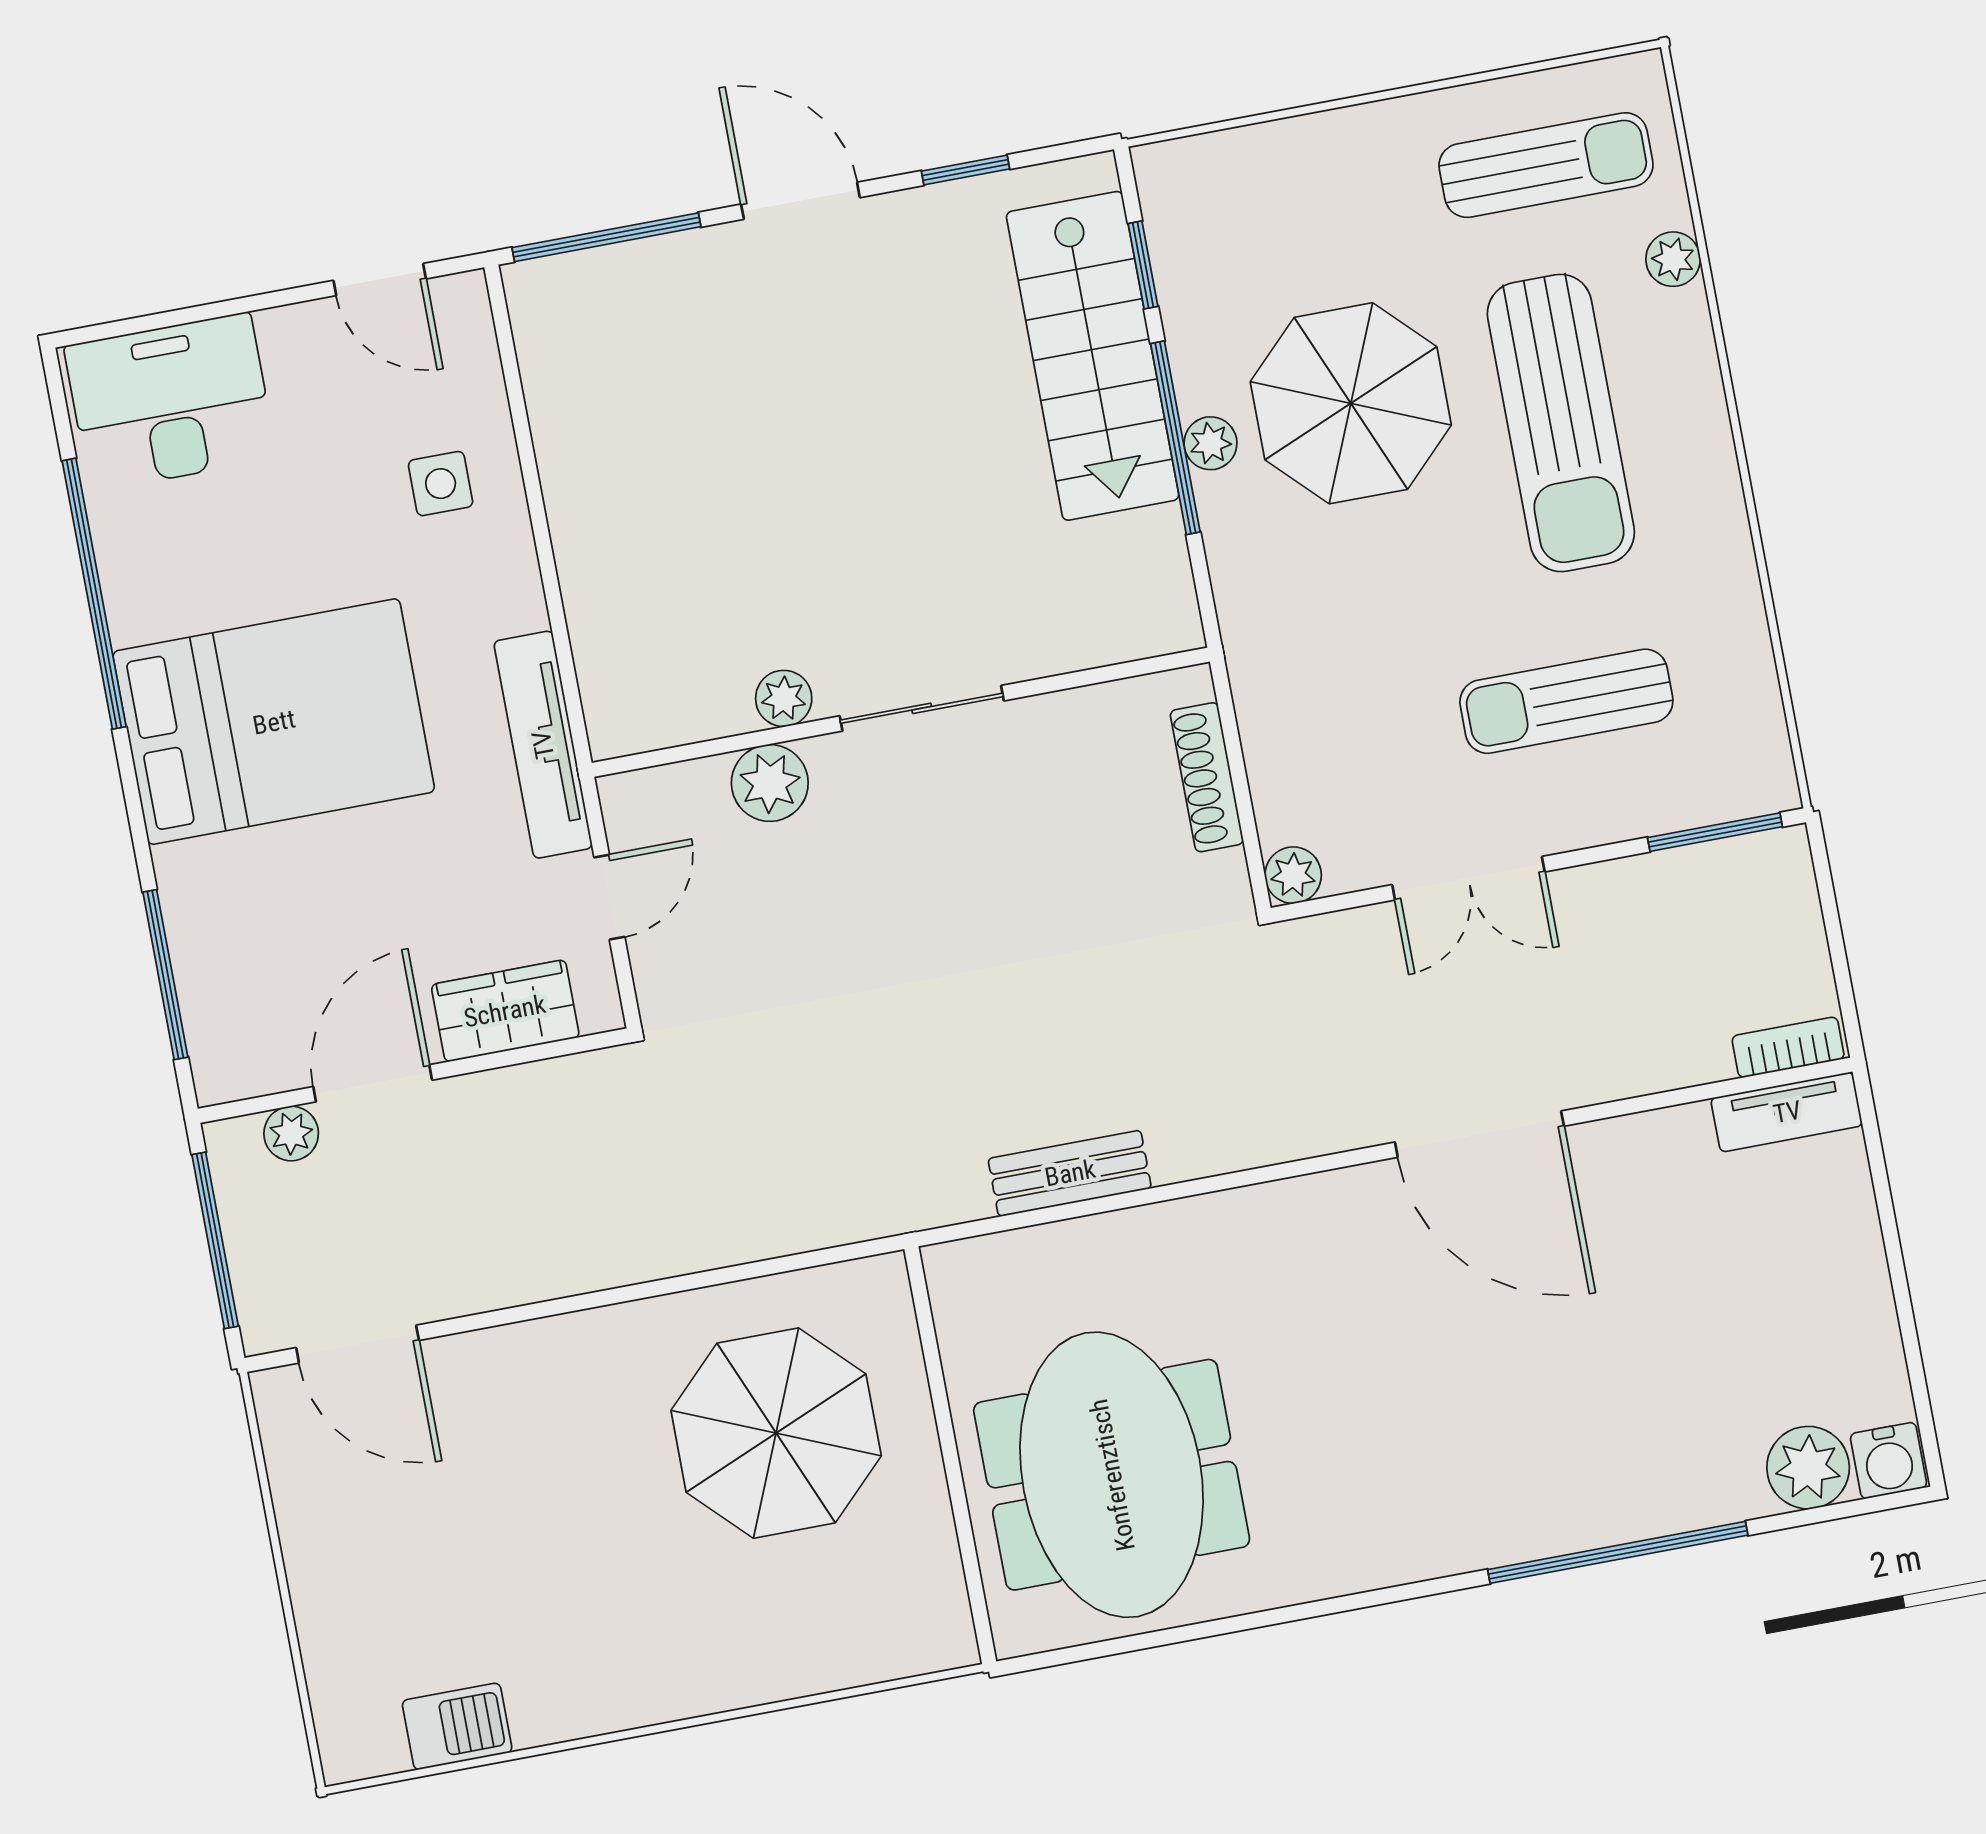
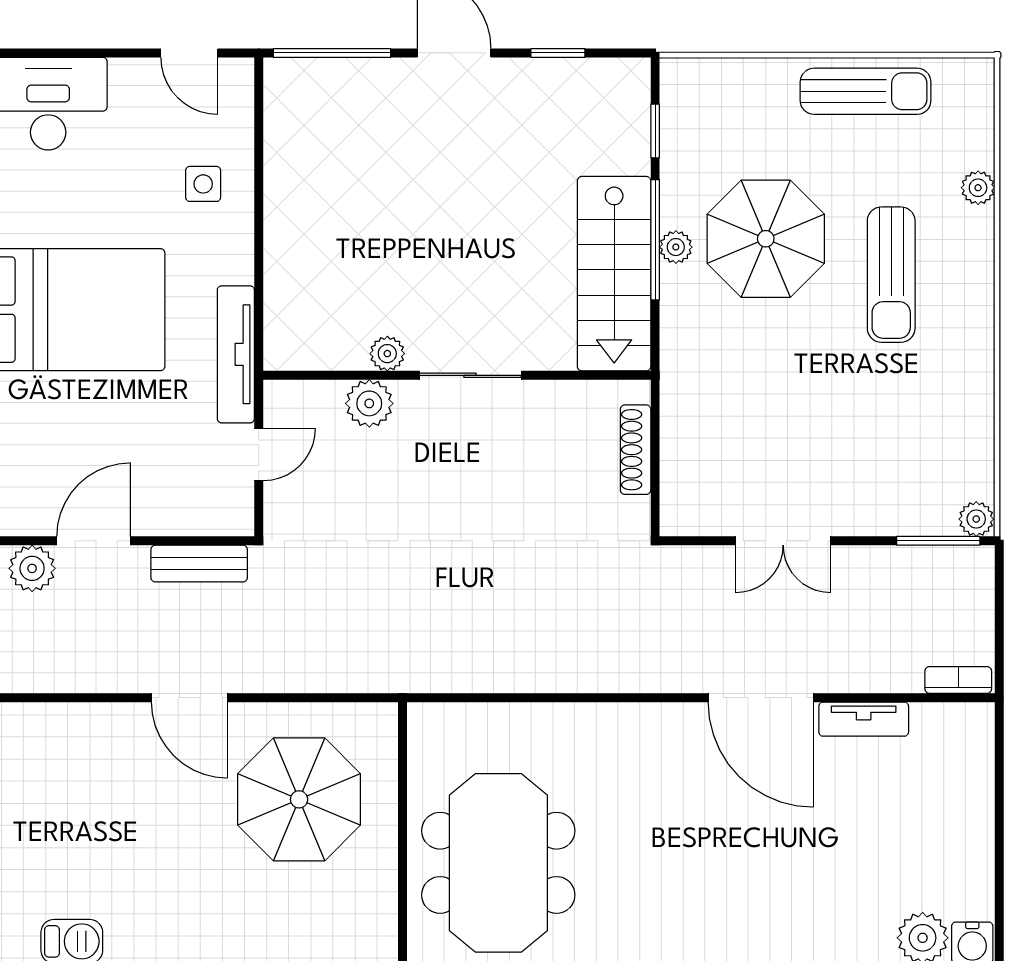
sun lounger: (1546, 165) -> (866, 91), moved
stairs: (1093, 356) -> (614, 274), moved
sun lounger: (1561, 423) -> (891, 275), width x0.73, depth x0.75
sun lounger: (1566, 701) -> (863, 444), removed
plant: (1293, 875) -> (976, 519), moved
wardrobe: (505, 1011) -> (183, 512), removed
tv unit: (1787, 1112) -> (864, 719), moved
plant: (291, 1133) -> (32, 568), width x1.38, depth x1.38
bench: (1070, 1173) -> (199, 564), moved
door: (358, 1344) -> (190, 698), moved

